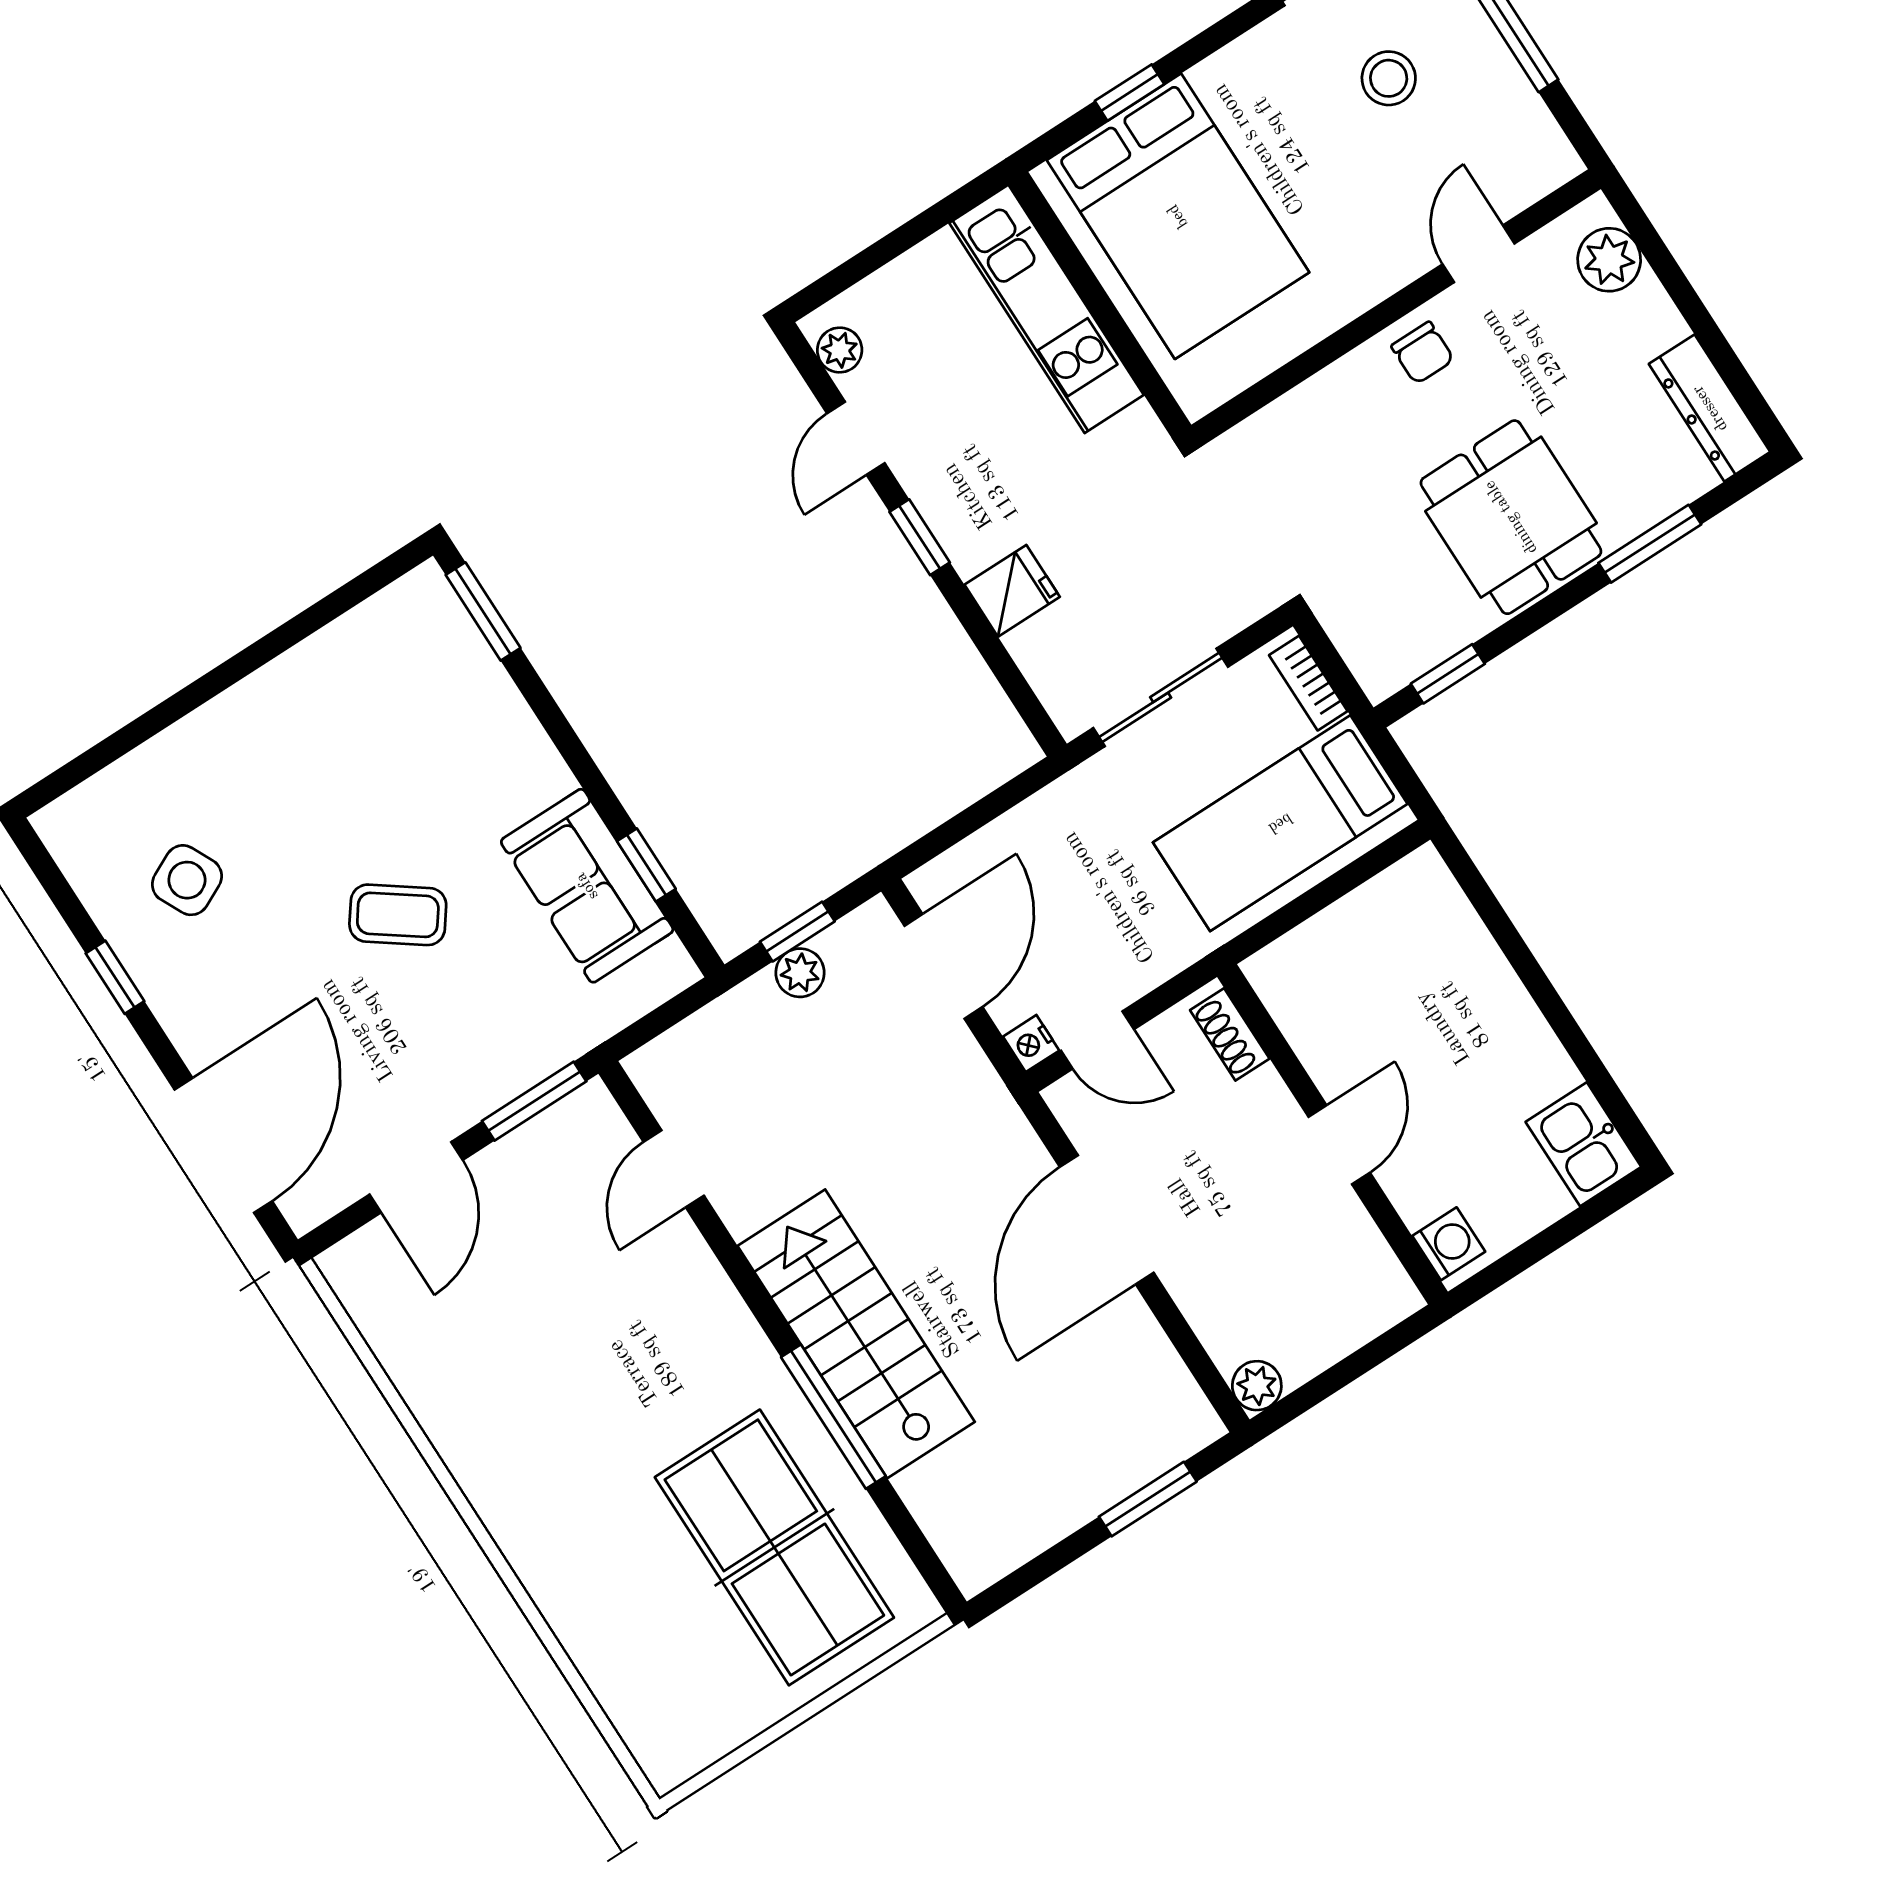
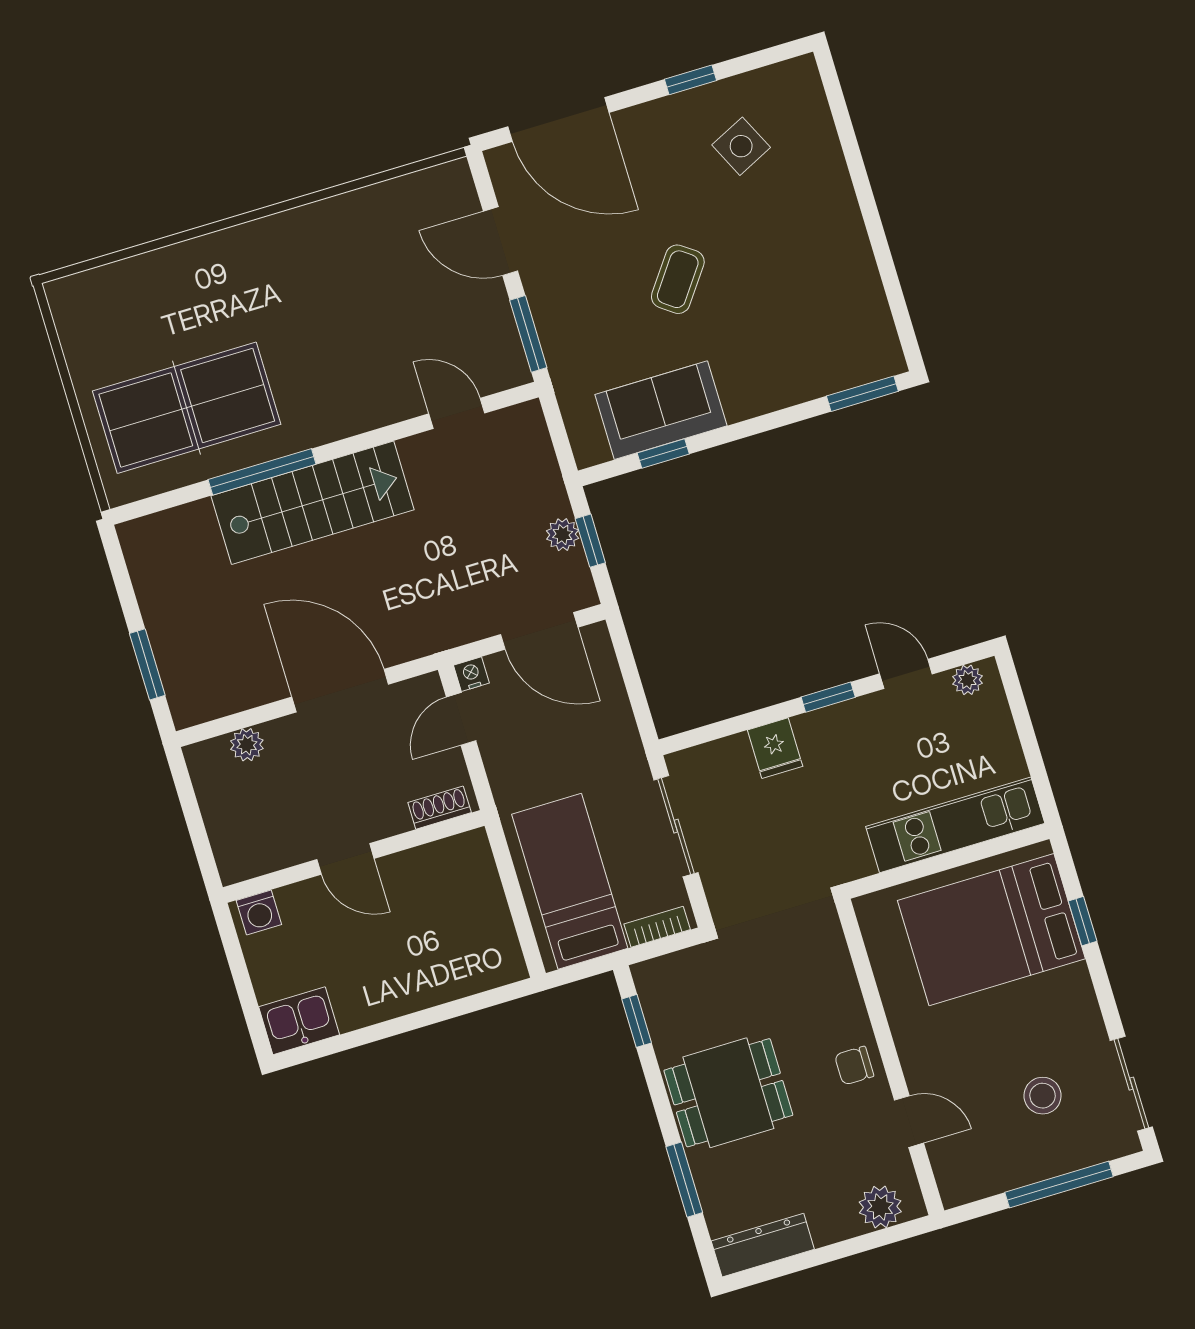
plant: (1257, 1386) -> (247, 745), moved

